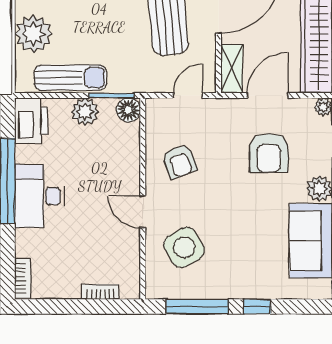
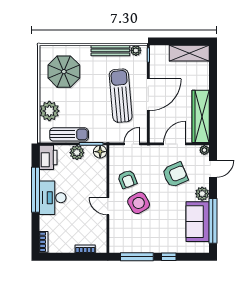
shelving: (232, 69) -> (155, 130), removed
armchair: (269, 153) -> (175, 175), turned -113
side table: (184, 247) -> (139, 203), moved

